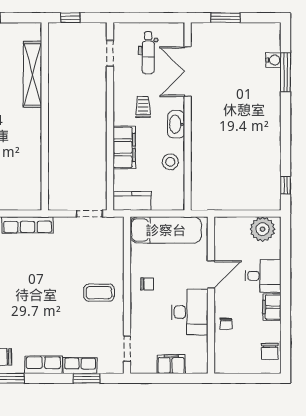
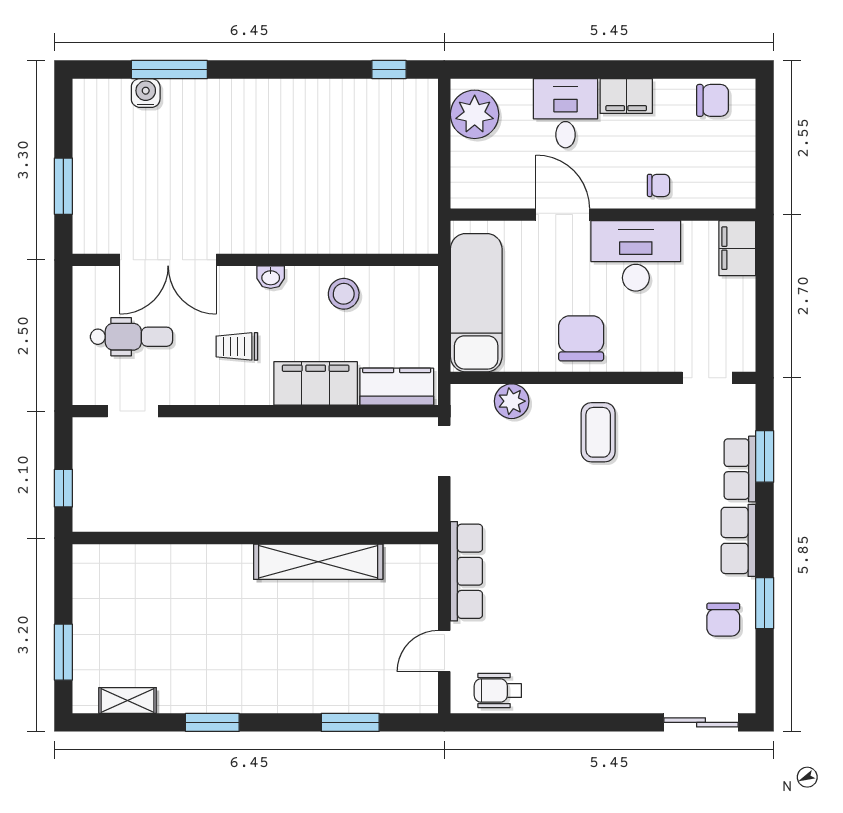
shelving: (32, 74) -> (318, 562), moved
washbasin: (176, 124) -> (271, 277), width x0.52, depth x0.69
kitchen counter: (132, 201) -> (397, 387), moved, turned 90
plant: (115, 248) -> (512, 401), added
chair: (147, 284) -> (581, 338), width x1.87, depth x1.87
filing cabinet: (171, 364) -> (737, 248), moved

